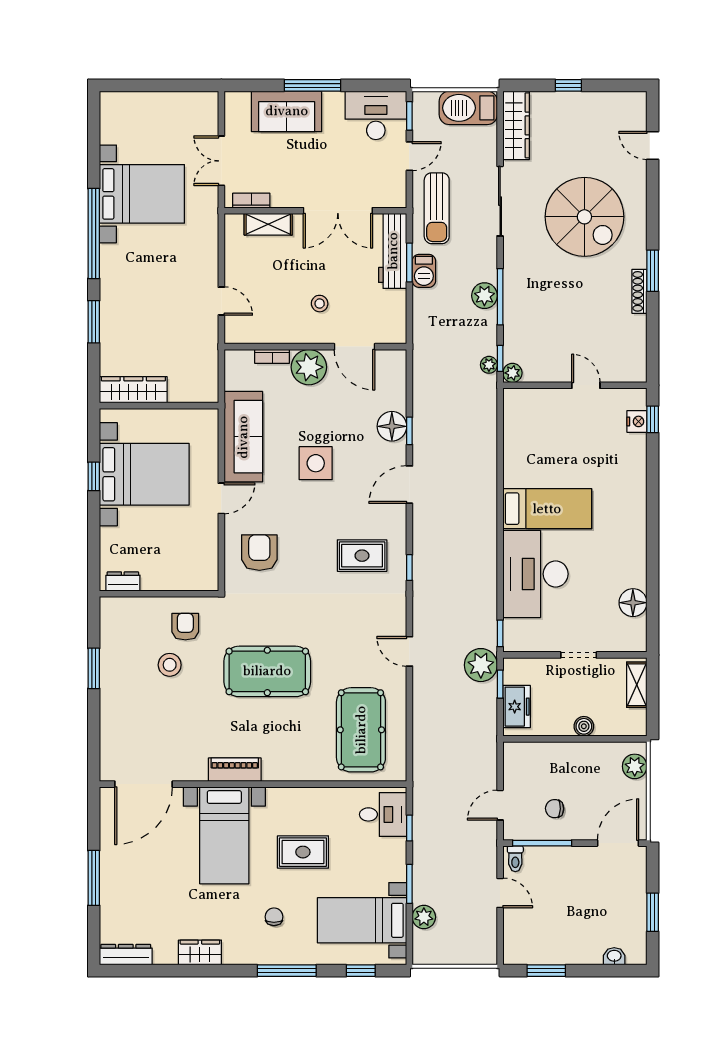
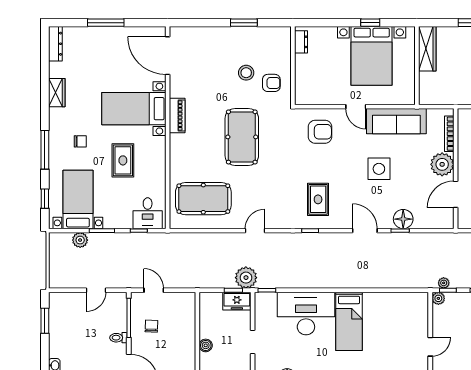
bookcase: (272, 356) -> (449, 134), width x1.56
freezer: (517, 707) -> (237, 301), moved
toilet: (515, 859) -> (118, 338), moved

